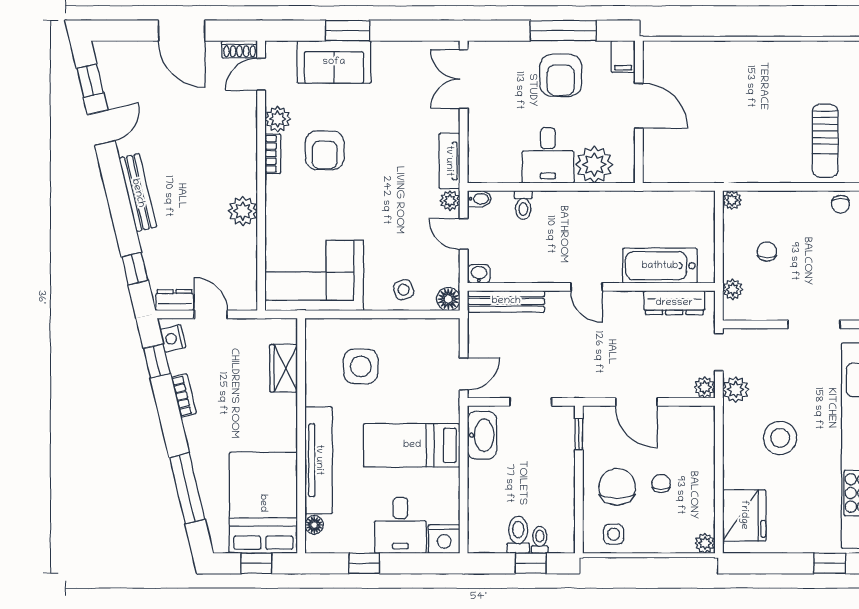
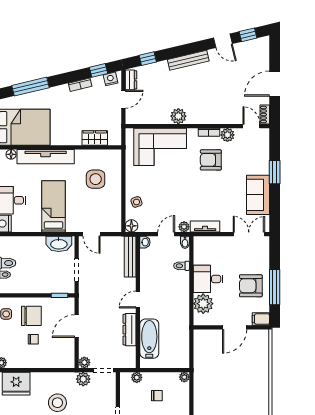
sofa: (334, 62) -> (258, 195), moved
corner sofa: (314, 275) -> (160, 147), moved, turned 90
dresser: (674, 303) -> (130, 330), moved

